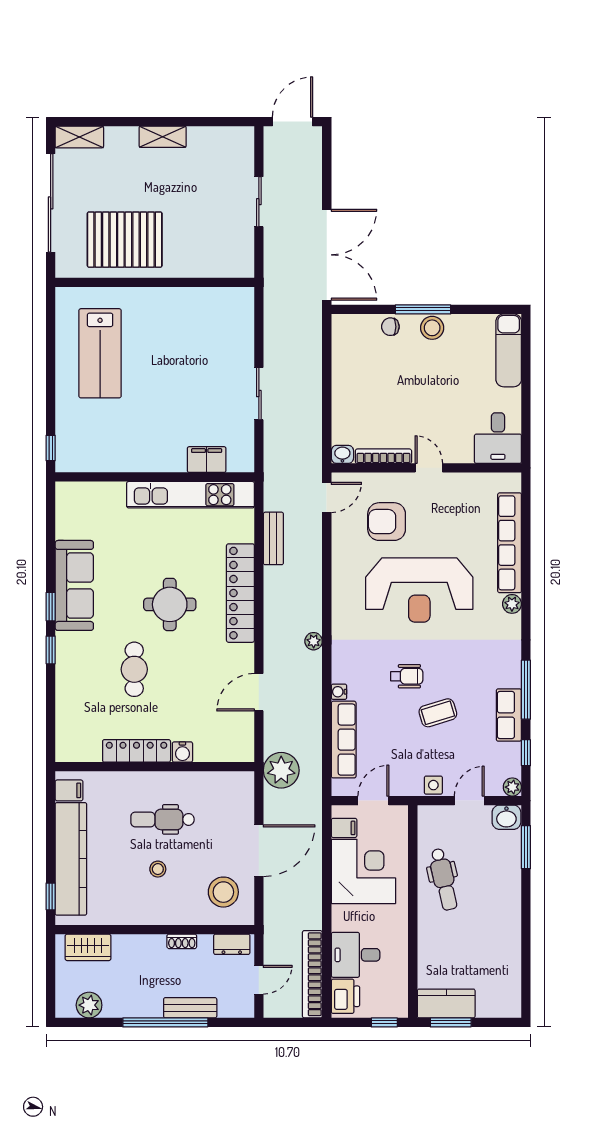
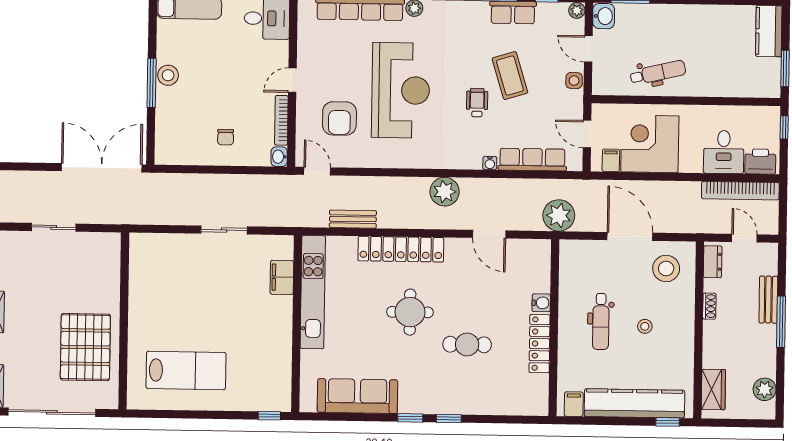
chair: (390, 327) -> (226, 137), moved
sofa: (74, 585) -> (357, 396), moved
plant: (314, 641) -> (445, 192), width x1.88, depth x1.88
coffee table: (438, 713) -> (510, 76), width x1.36, depth x1.30
kitchen counter: (446, 1003) -> (769, 31), moved
window: (165, 1022) -> (781, 322), width x0.68

